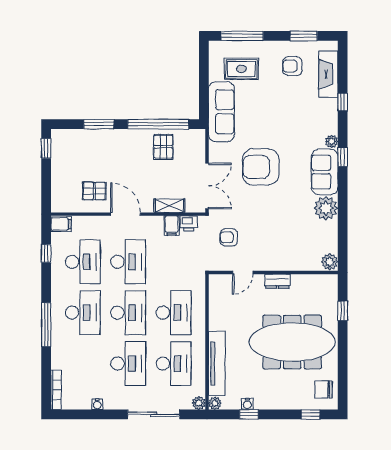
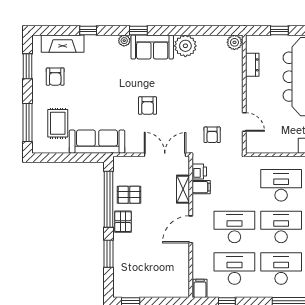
armchair: (261, 167) -> (148, 106), width x0.53, depth x0.53
pallet: (94, 191) -> (123, 222), moved
dresser: (277, 281) -> (252, 65), moved

